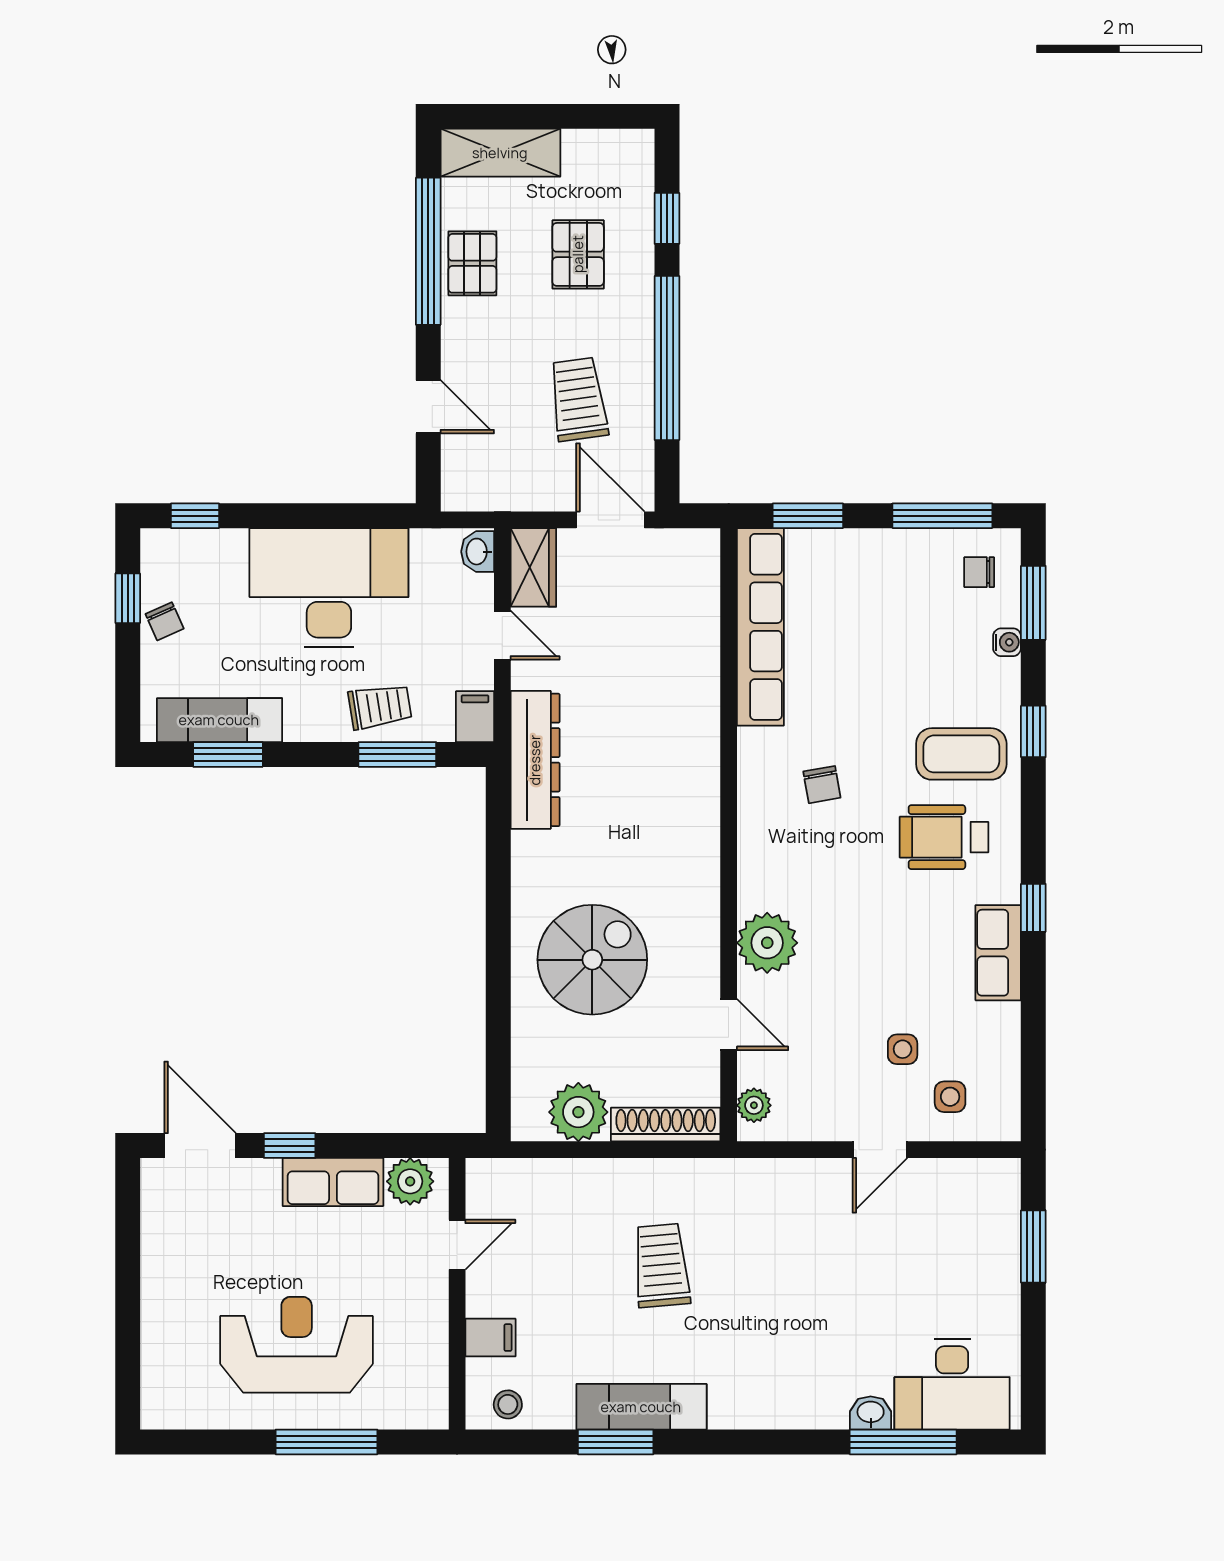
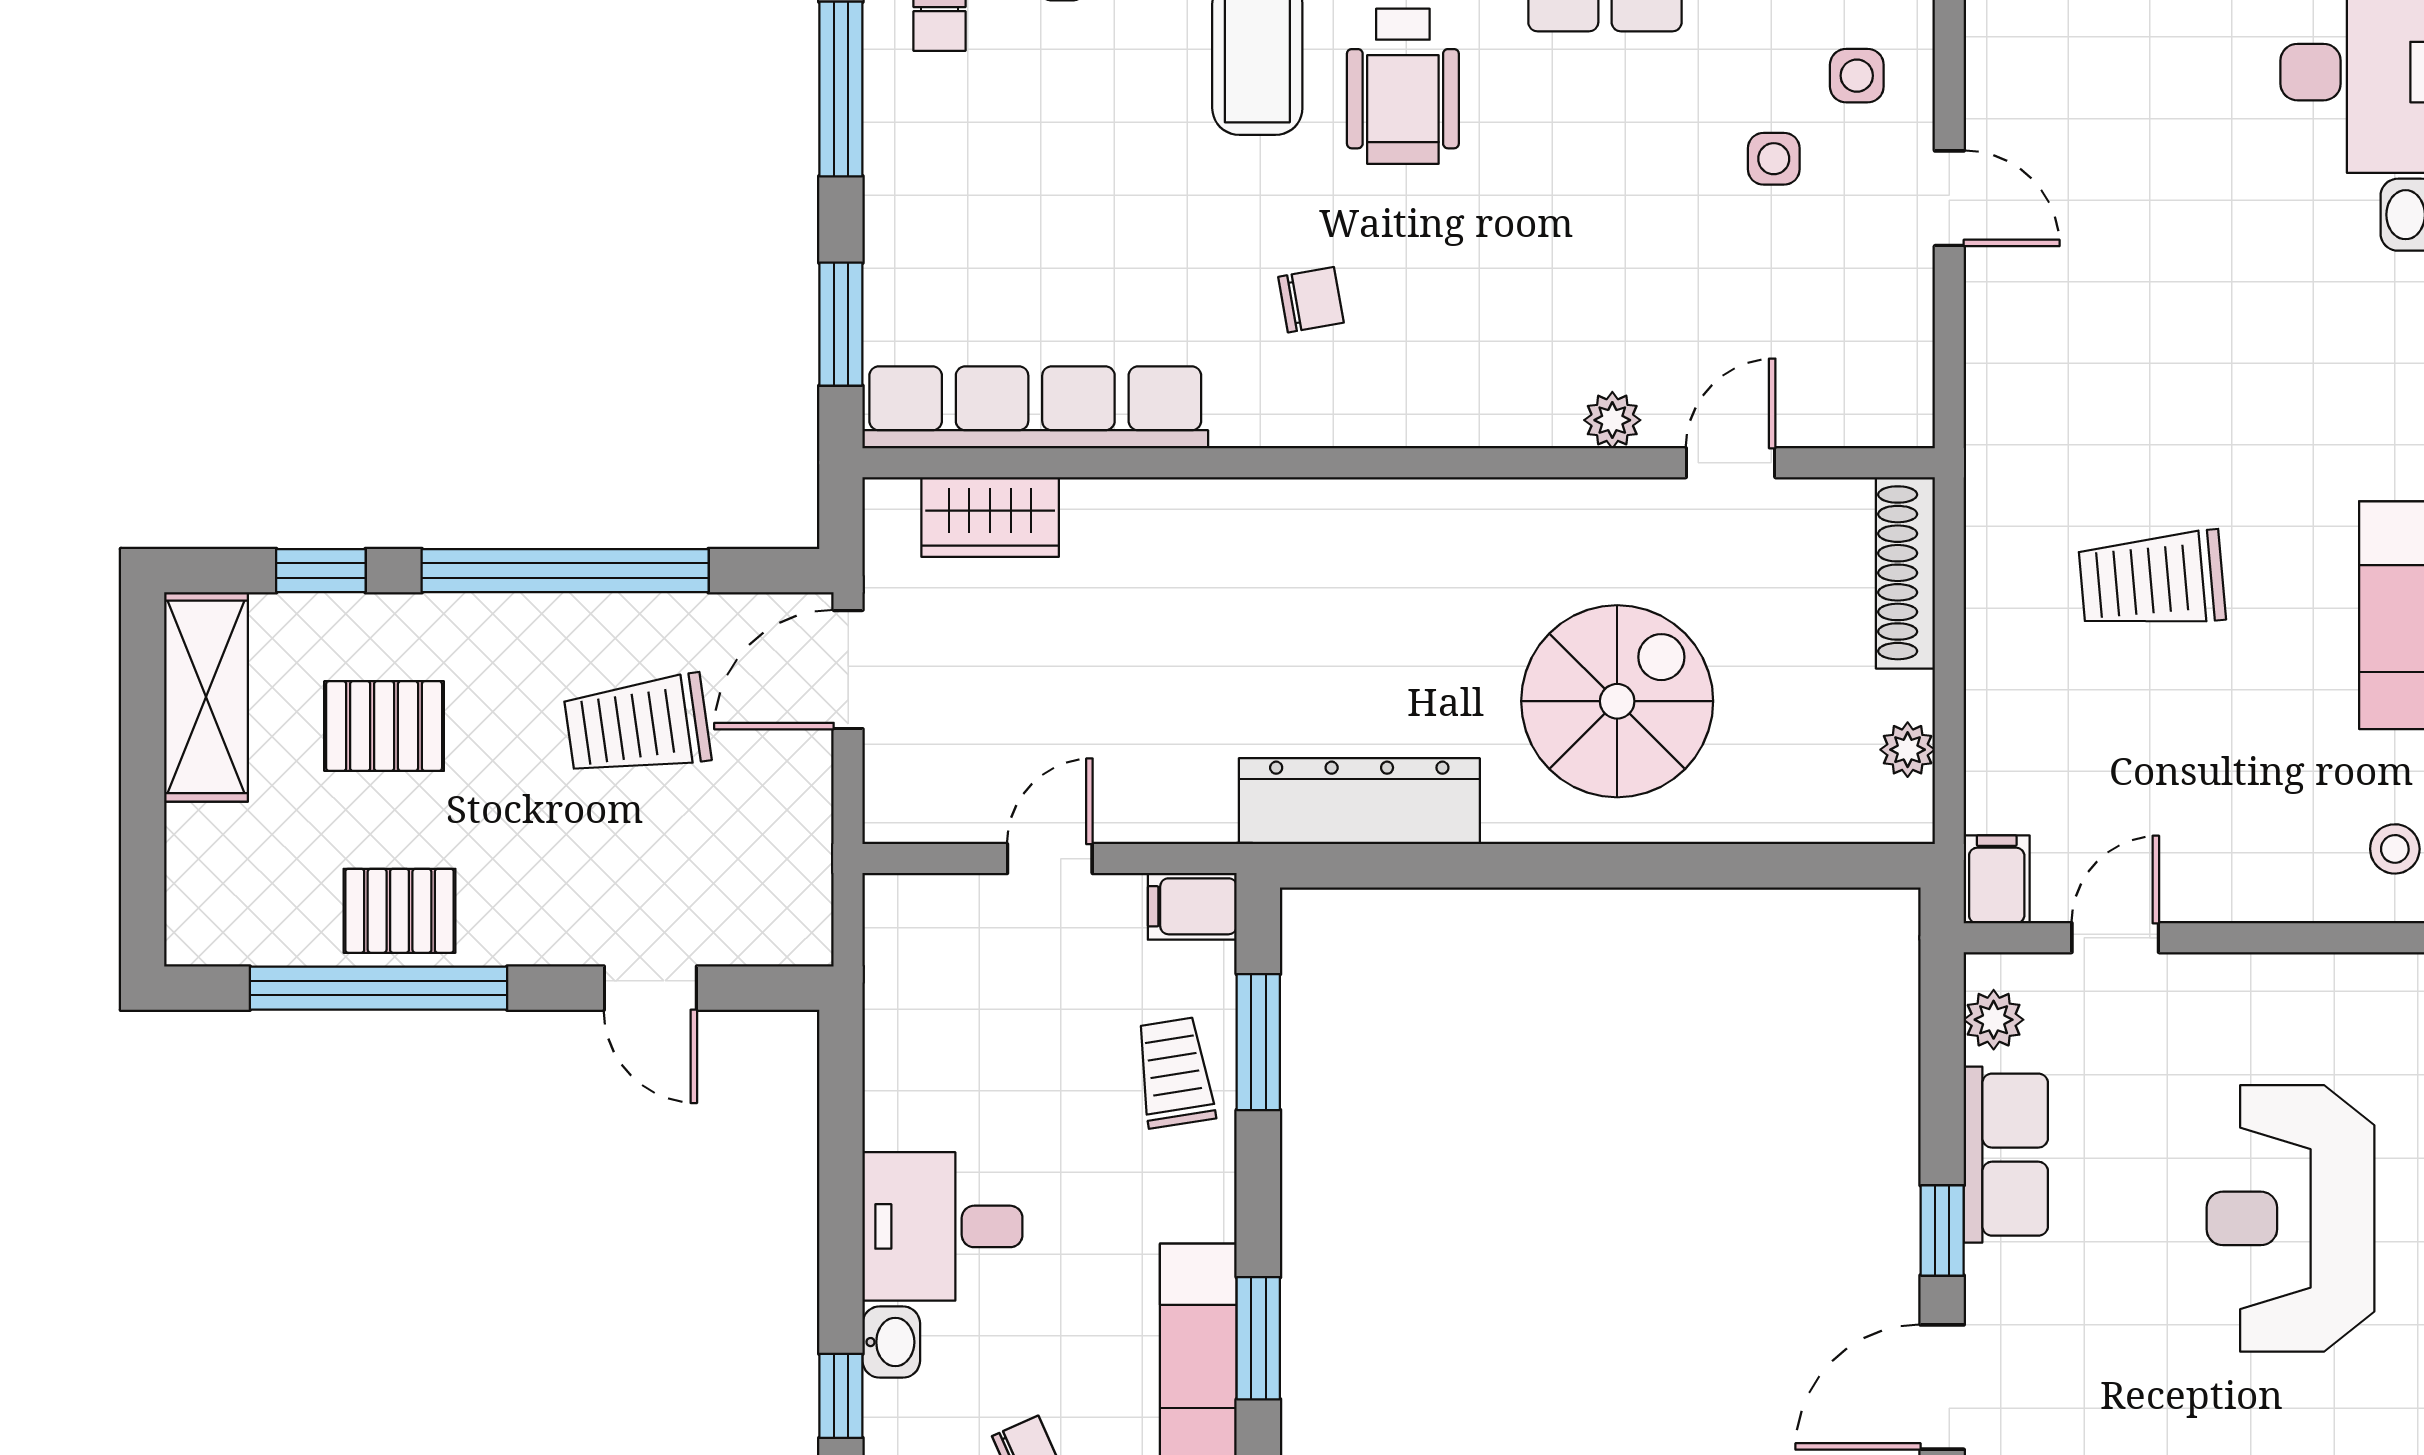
shelving: (500, 153) -> (206, 697), moved
door: (428, 407) -> (650, 988), swing flipped
washbasin: (478, 552) -> (891, 1342), moved, turned -90
wardrobe: (533, 567) -> (990, 517), moved, turned 180
desk: (329, 588) -> (942, 1226), width x0.53, depth x0.77
dresser: (535, 760) -> (1359, 801), moved
plant: (767, 943) -> (1612, 420), width x0.53, depth x0.53
spiral stairs: (592, 960) -> (1617, 701), turned 90
plant: (754, 1105) -> (1872, 419), removed
plant: (578, 1112) -> (1908, 750), width x0.53, depth x0.53
plant: (410, 1181) -> (1994, 1020), width x0.73, depth x0.73
door: (457, 1245) -> (2115, 938), hinge flipped
filing cabinet: (490, 1338) -> (1997, 879), moved

